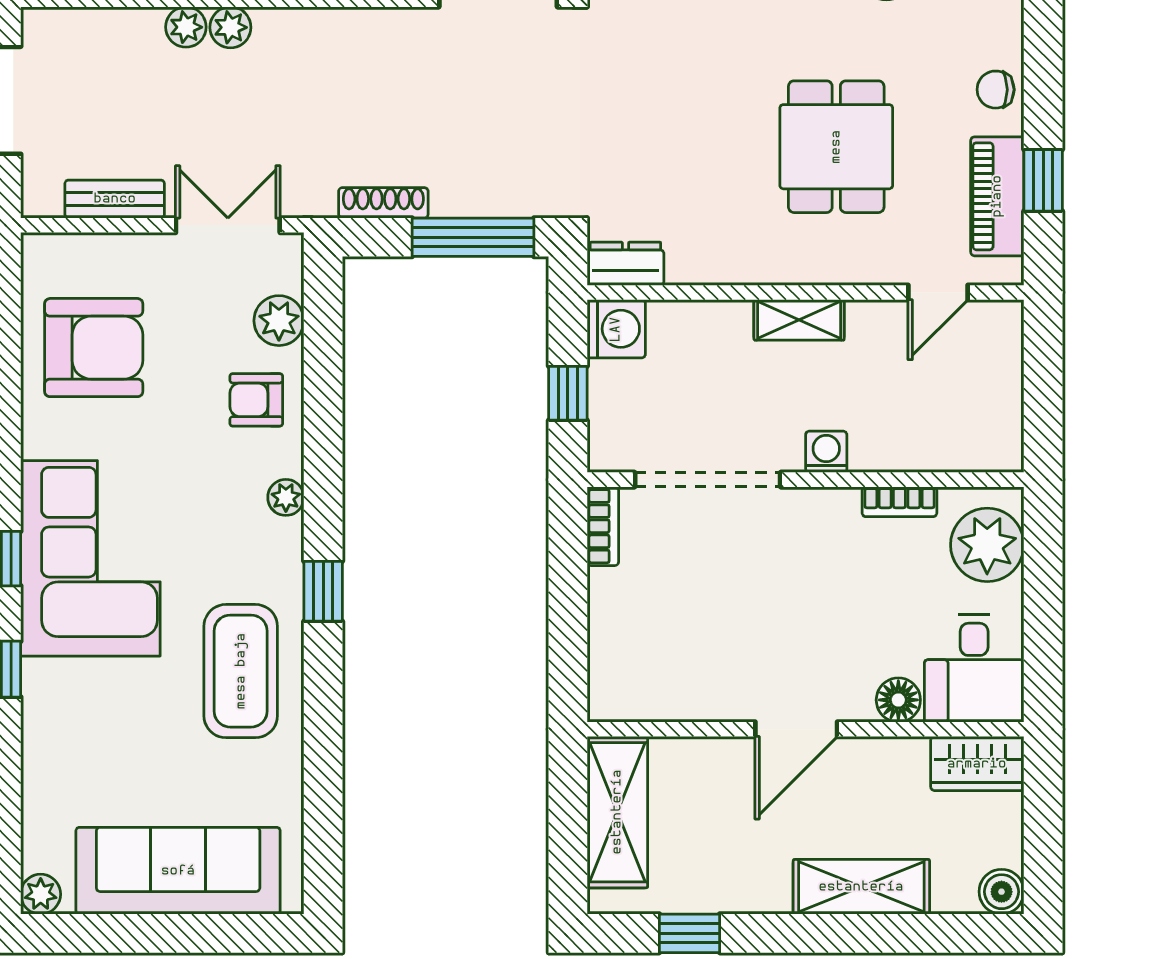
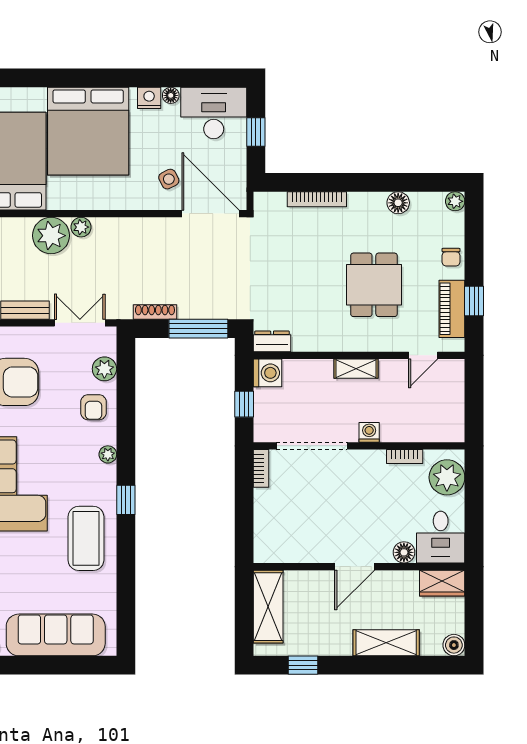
plant: (186, 27) -> (51, 236), width x1.87, depth x1.87
chair: (996, 90) -> (451, 257), turned -90
armchair: (256, 400) -> (94, 407), turned -90

